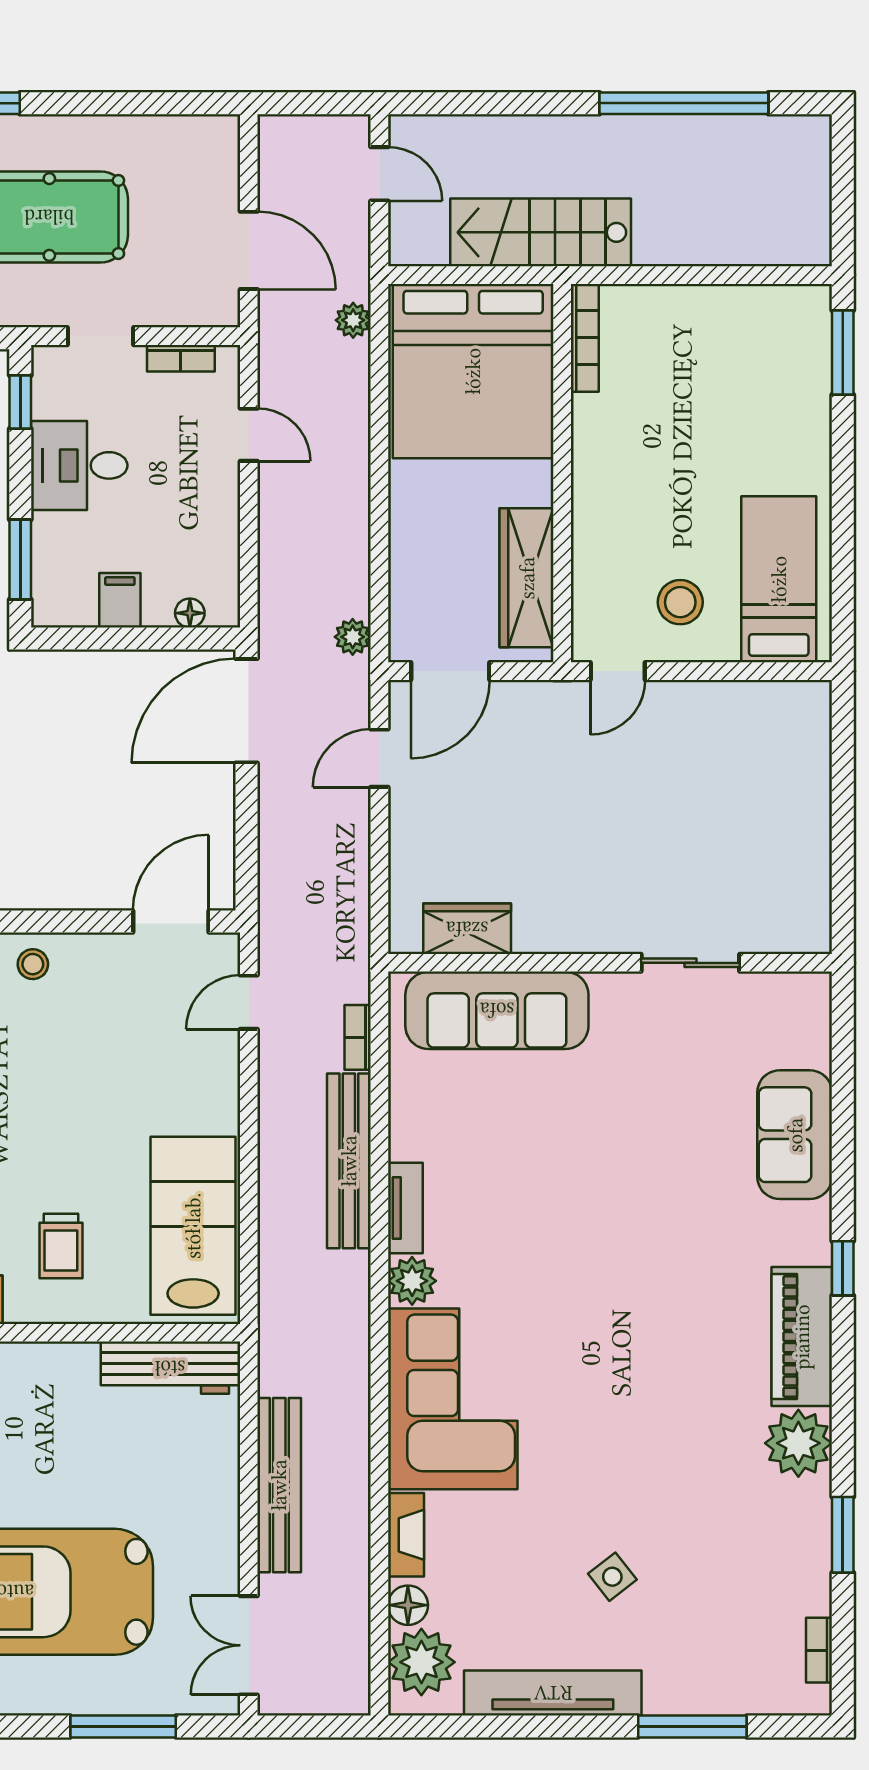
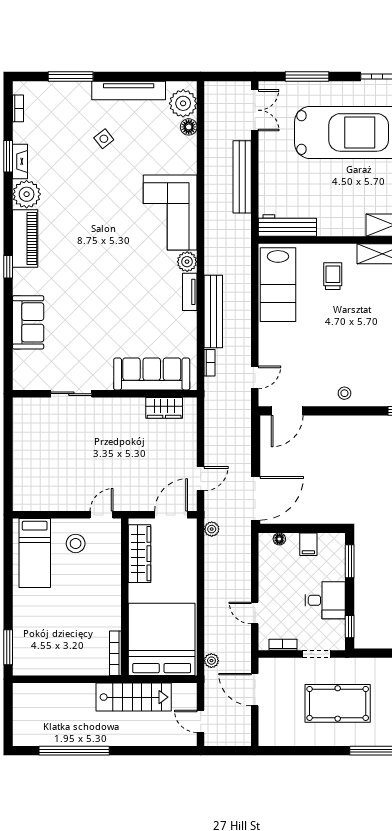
fireplace: (406, 1535) -> (20, 161), moved, turned 180

